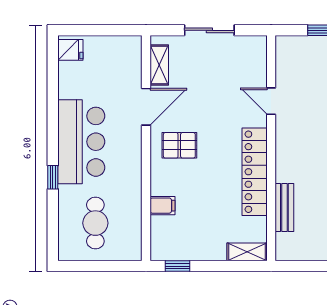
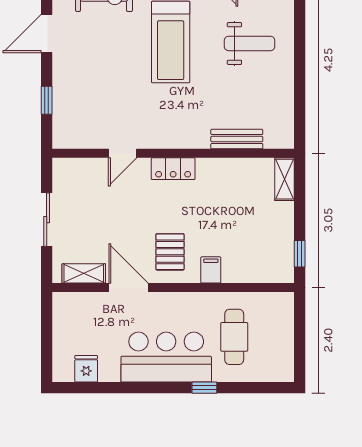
fridge: (70, 50) -> (86, 369), moved
locker: (255, 172) -> (173, 169), width x0.46, depth x0.83
filing cabinet: (162, 206) -> (211, 270), moved
cafe table: (95, 223) -> (234, 337), moved, turned 90

